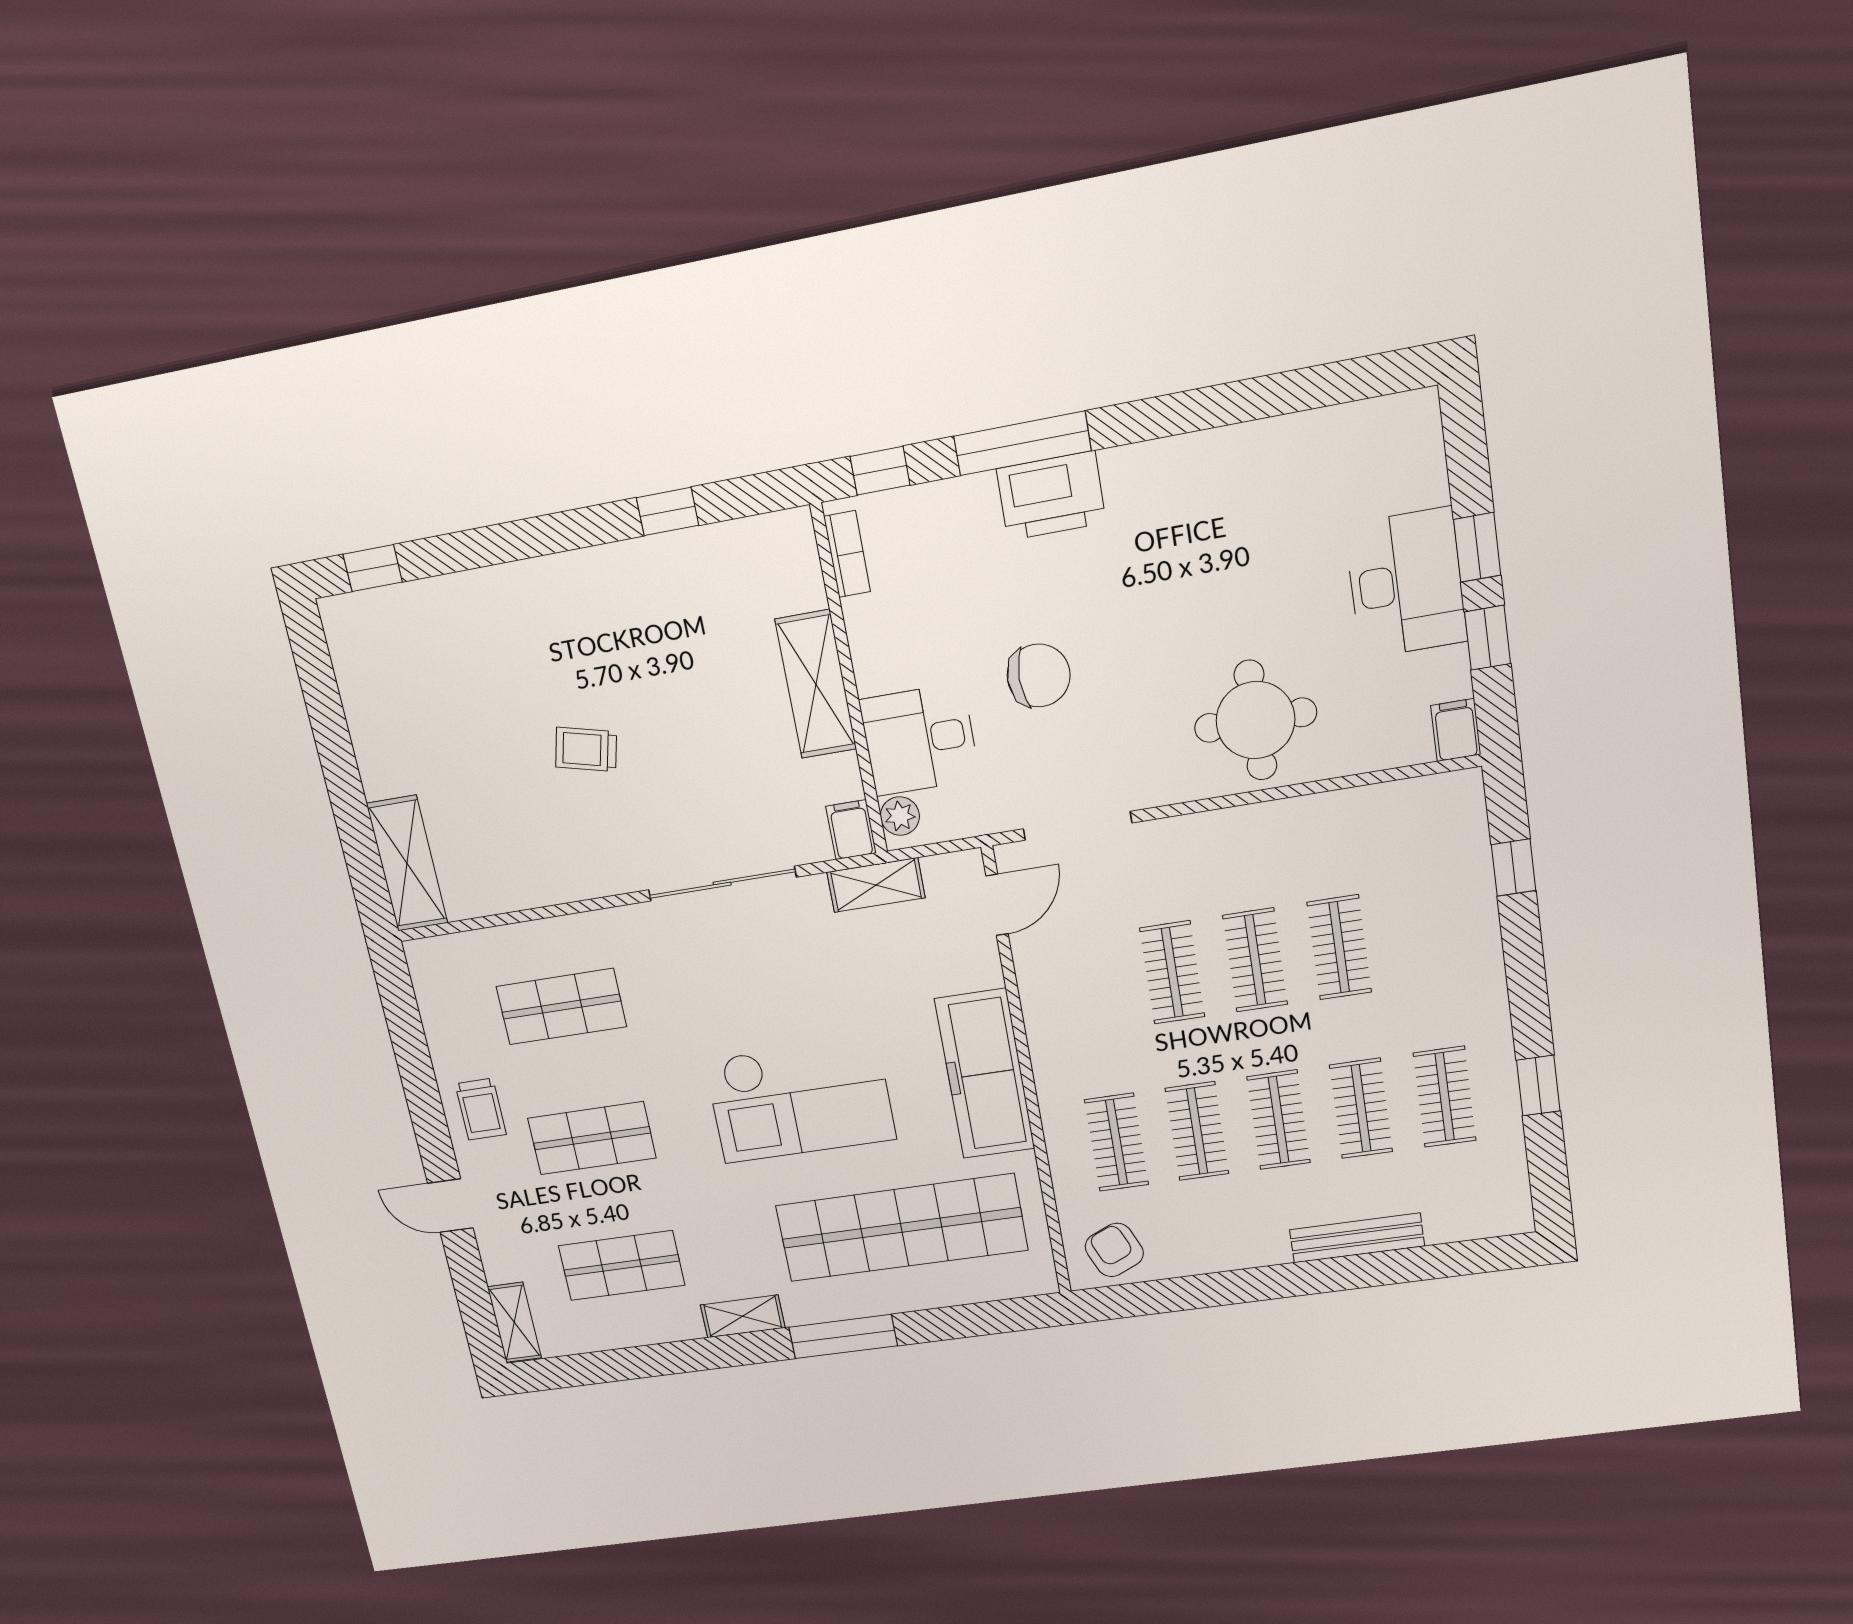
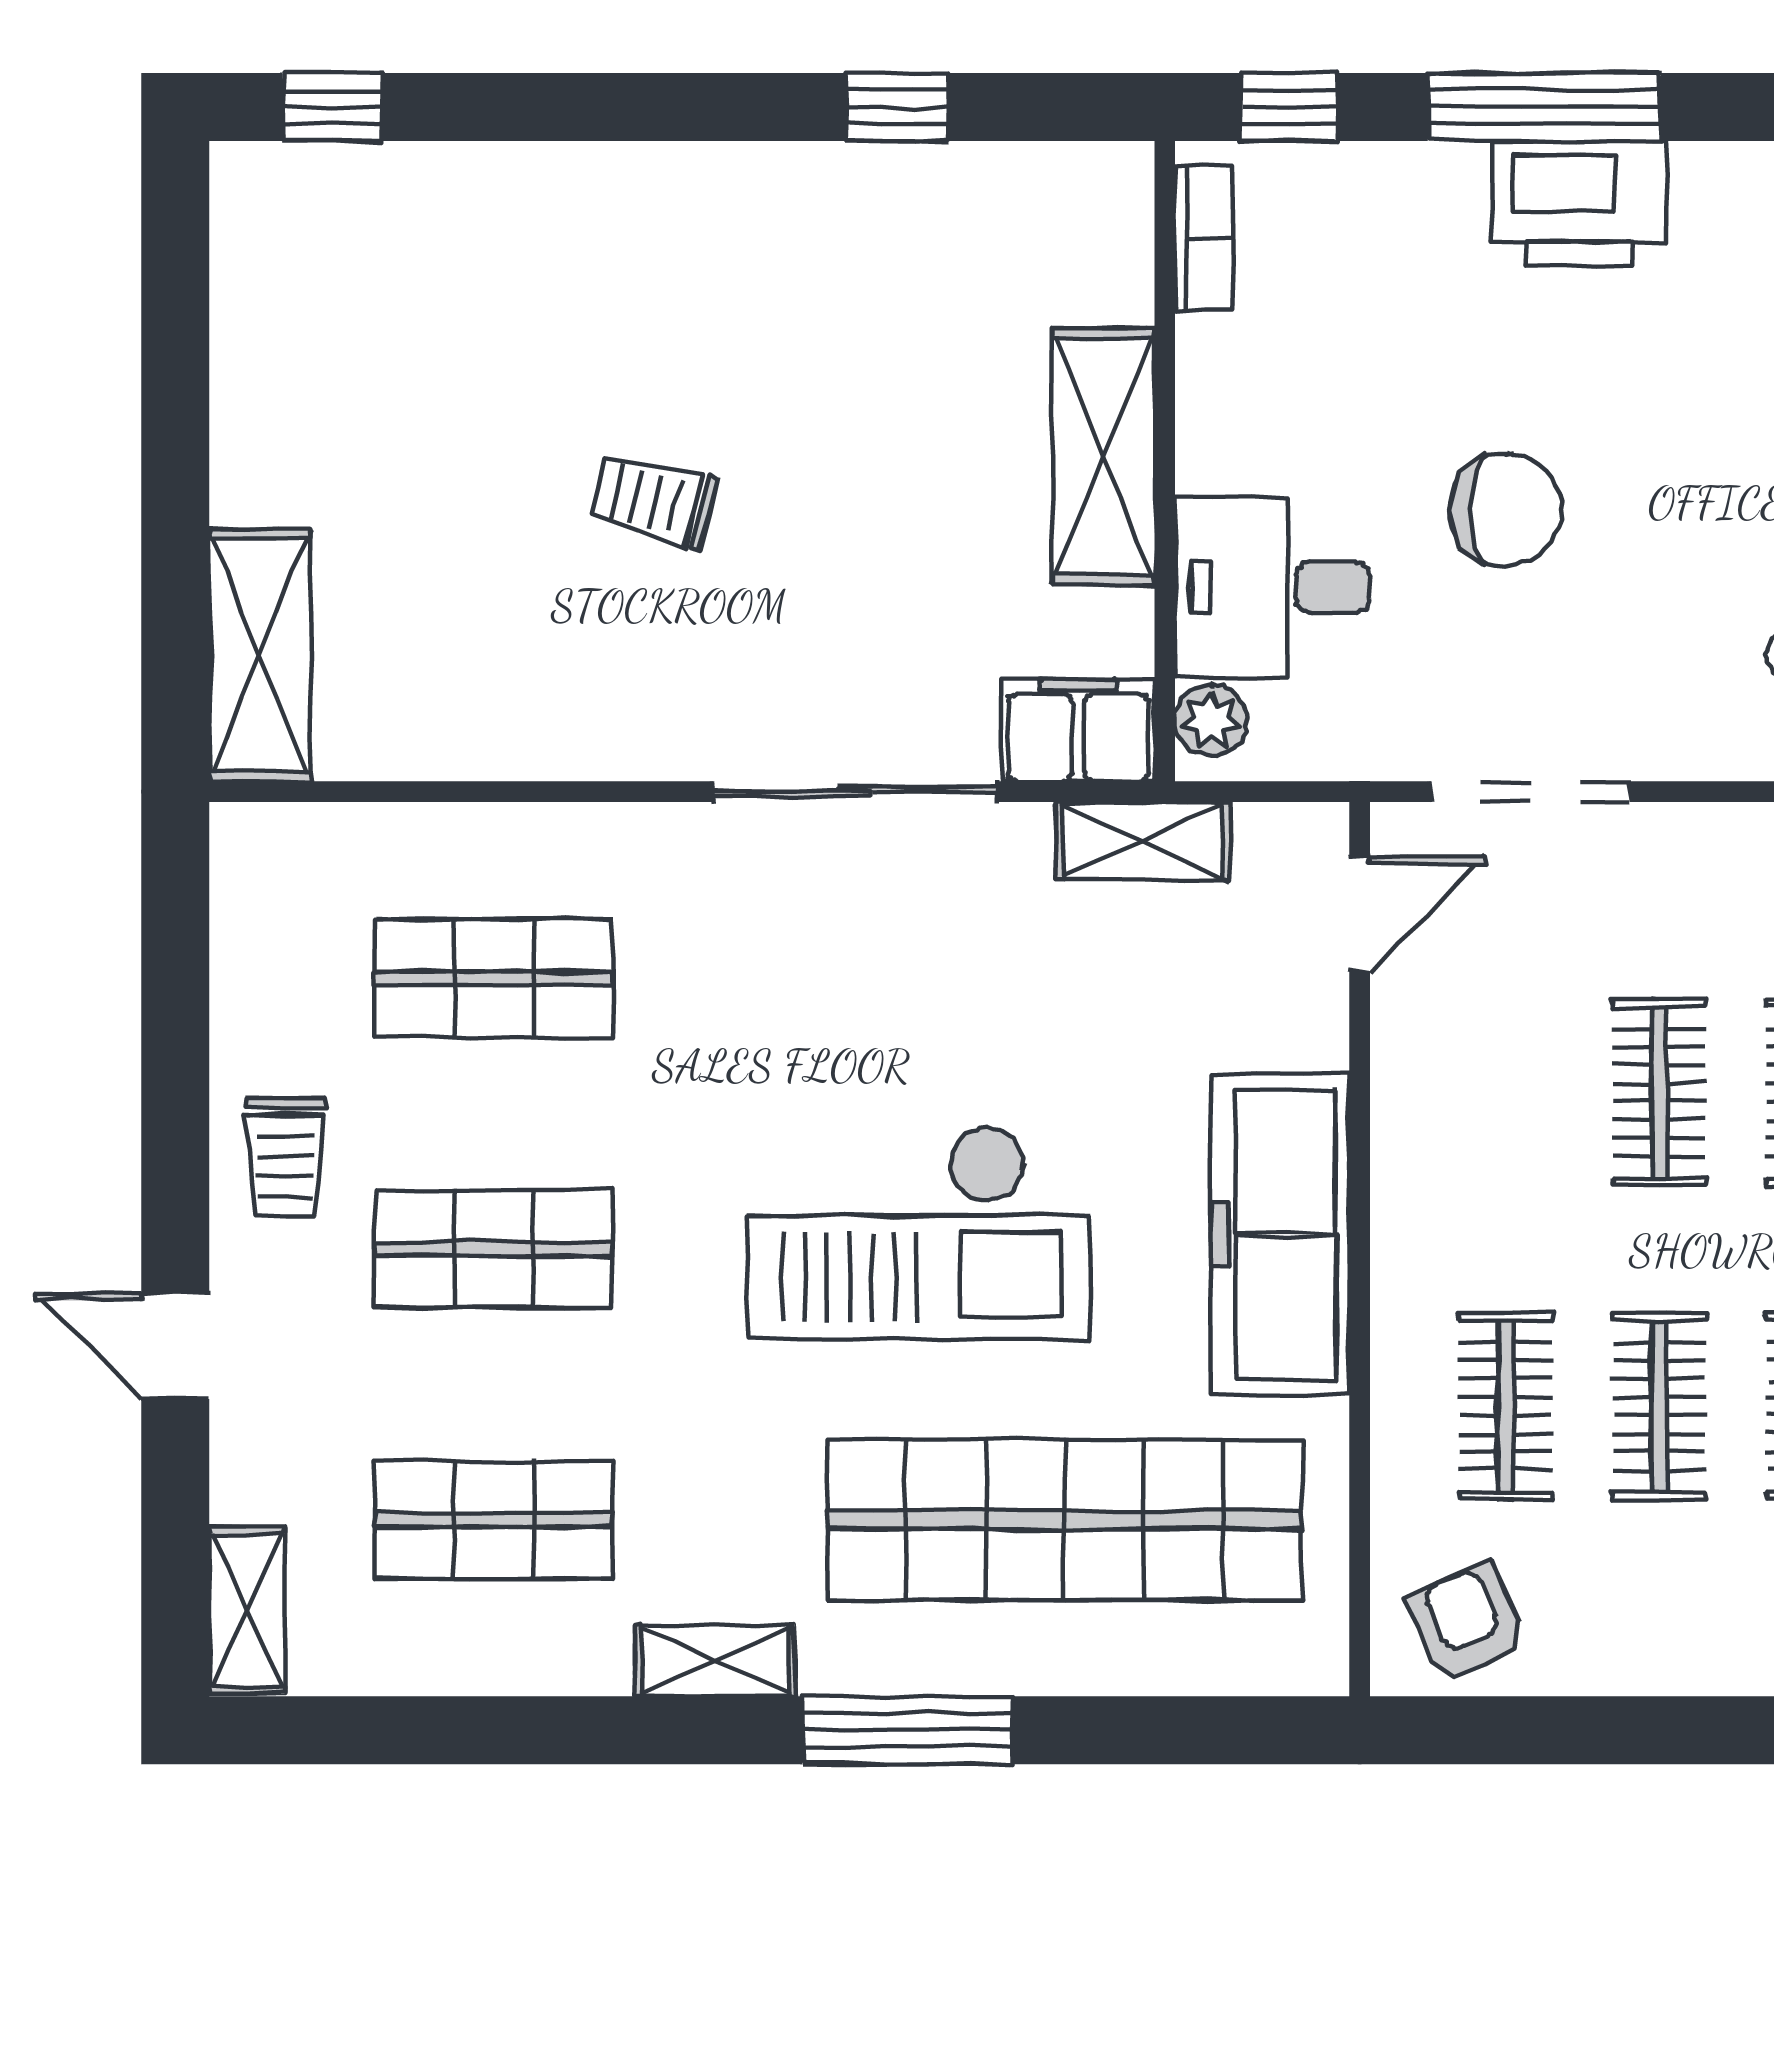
filing cabinet: (851, 830) -> (1078, 730), width x2.00

